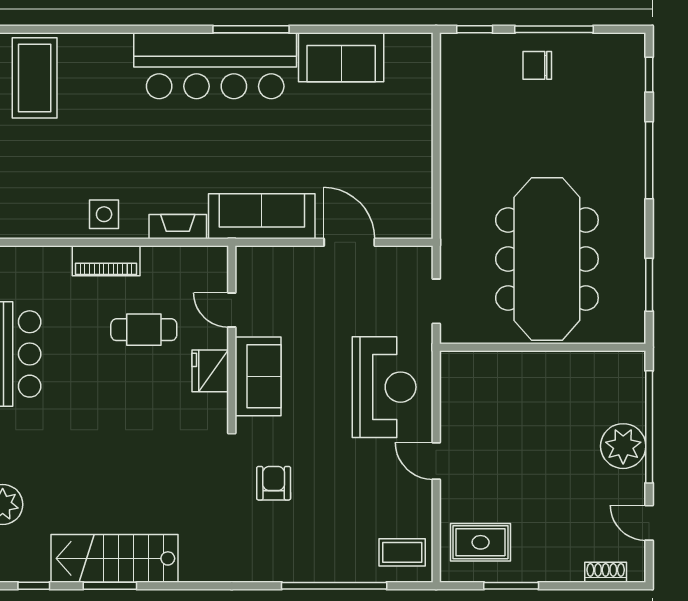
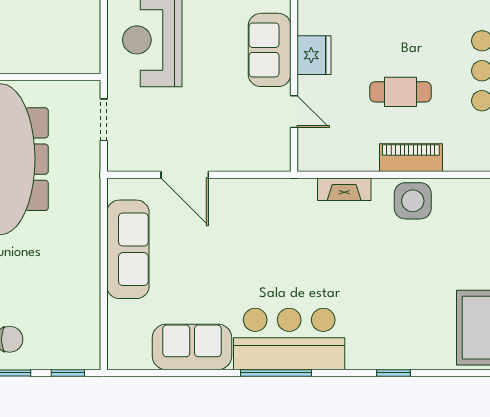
window: (125, 29) -> (393, 373), added
bar counter: (215, 66) -> (289, 339), width x0.73
side table: (104, 214) -> (413, 201), width x1.37, depth x1.37
sofa: (262, 216) -> (128, 249), moved, turned -90
cafe table: (144, 330) -> (400, 92), moved

